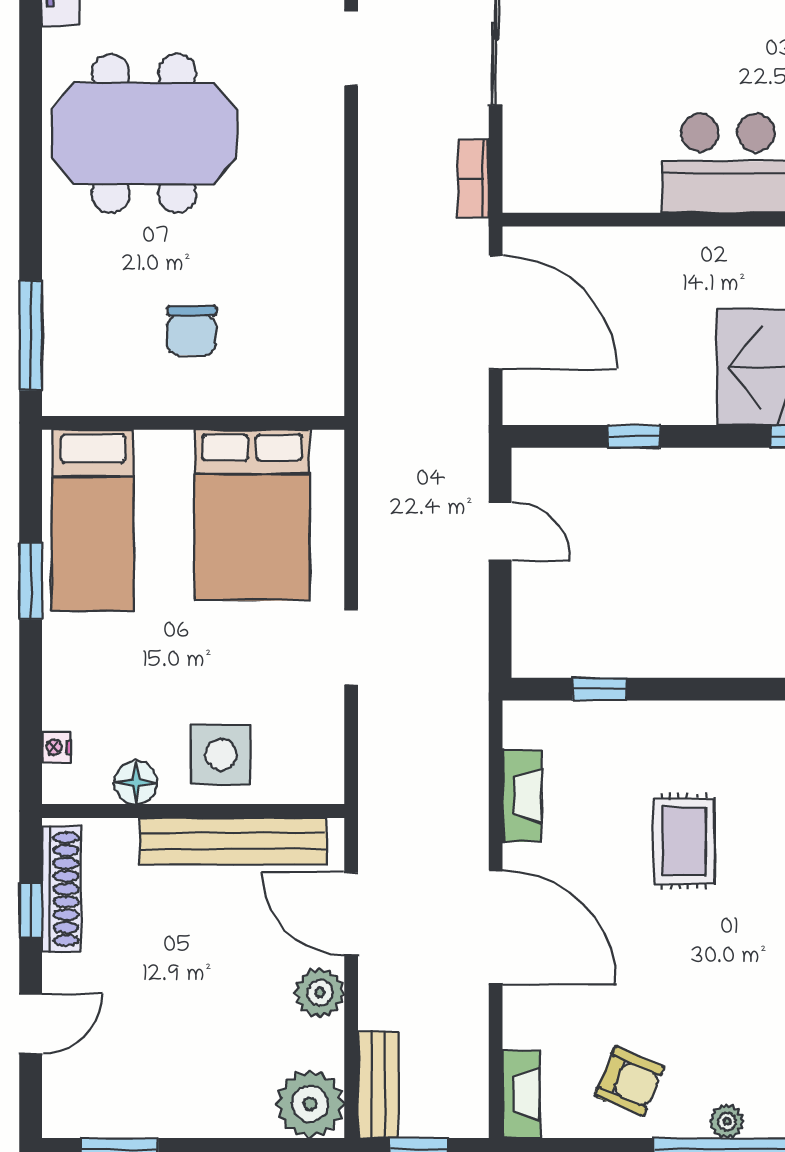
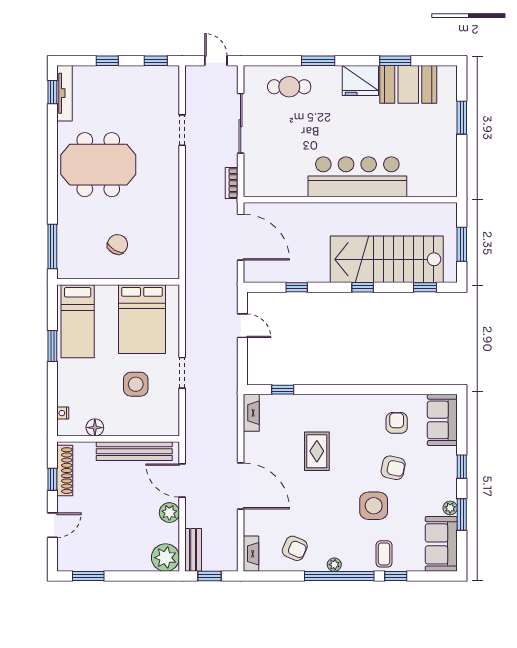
chair: (192, 330) -> (118, 244), turned -148
side table: (221, 754) -> (136, 384), moved
fireplace: (522, 796) -> (251, 413), moved

